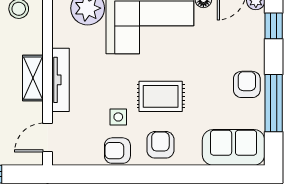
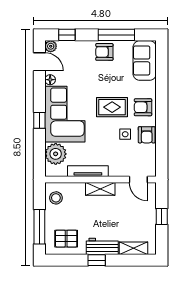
tv unit: (60, 80) -> (88, 171), moved
rug: (161, 96) -> (112, 107), turned 90

